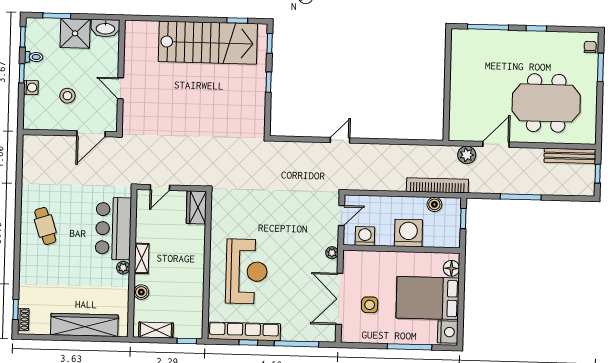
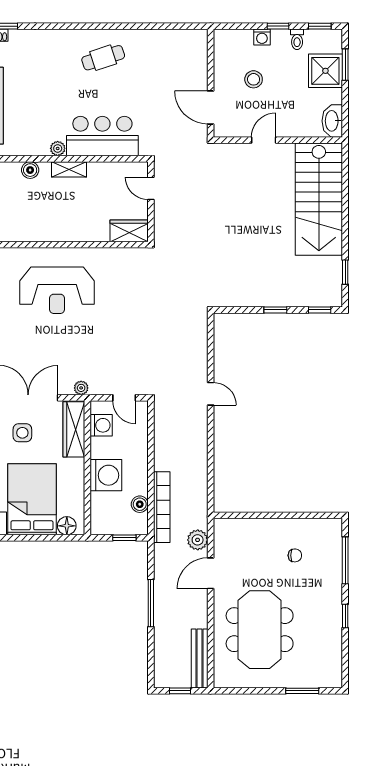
shower: (75, 33) -> (325, 71), moved
stairs: (208, 43) -> (319, 199), moved
chair: (590, 47) -> (295, 555), moved
door: (496, 144) -> (211, 573), swing flipped
wardrobe: (368, 260) -> (74, 429), added

